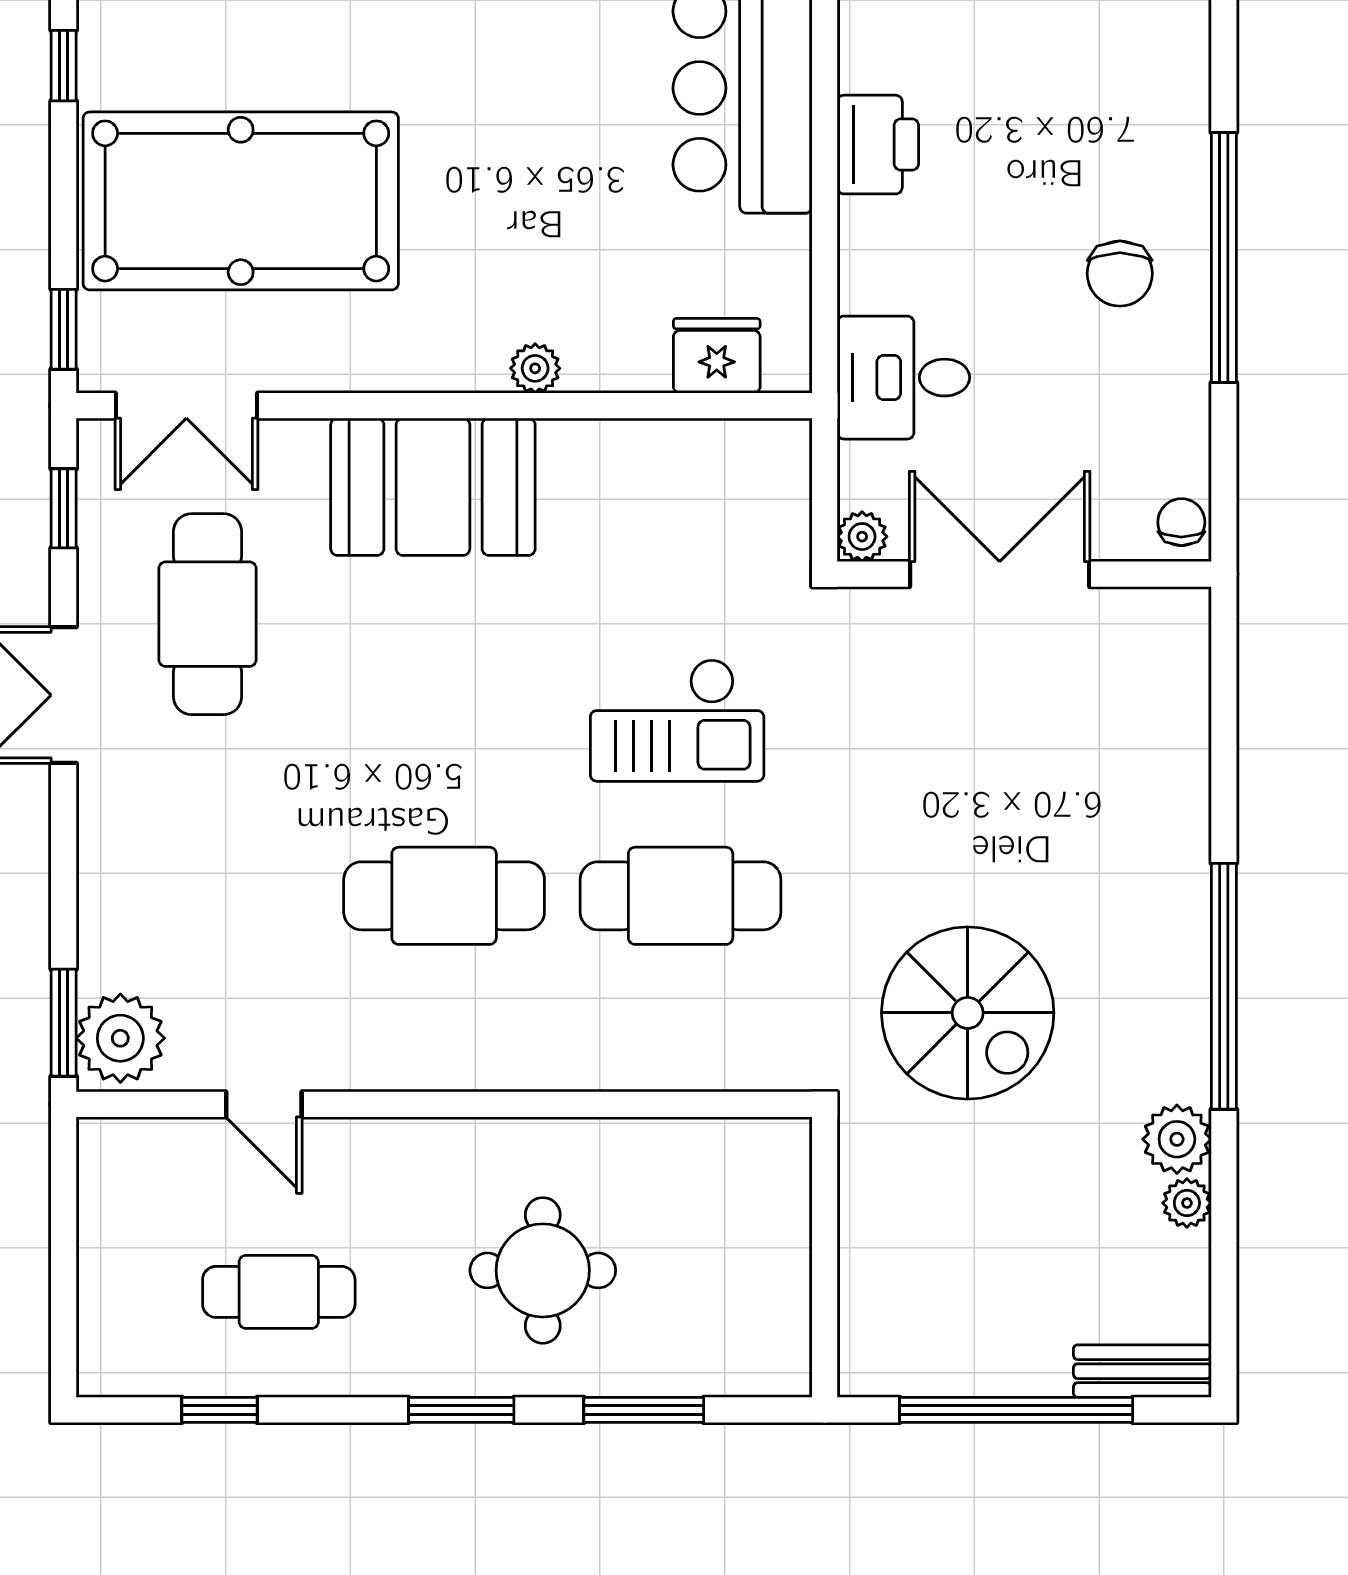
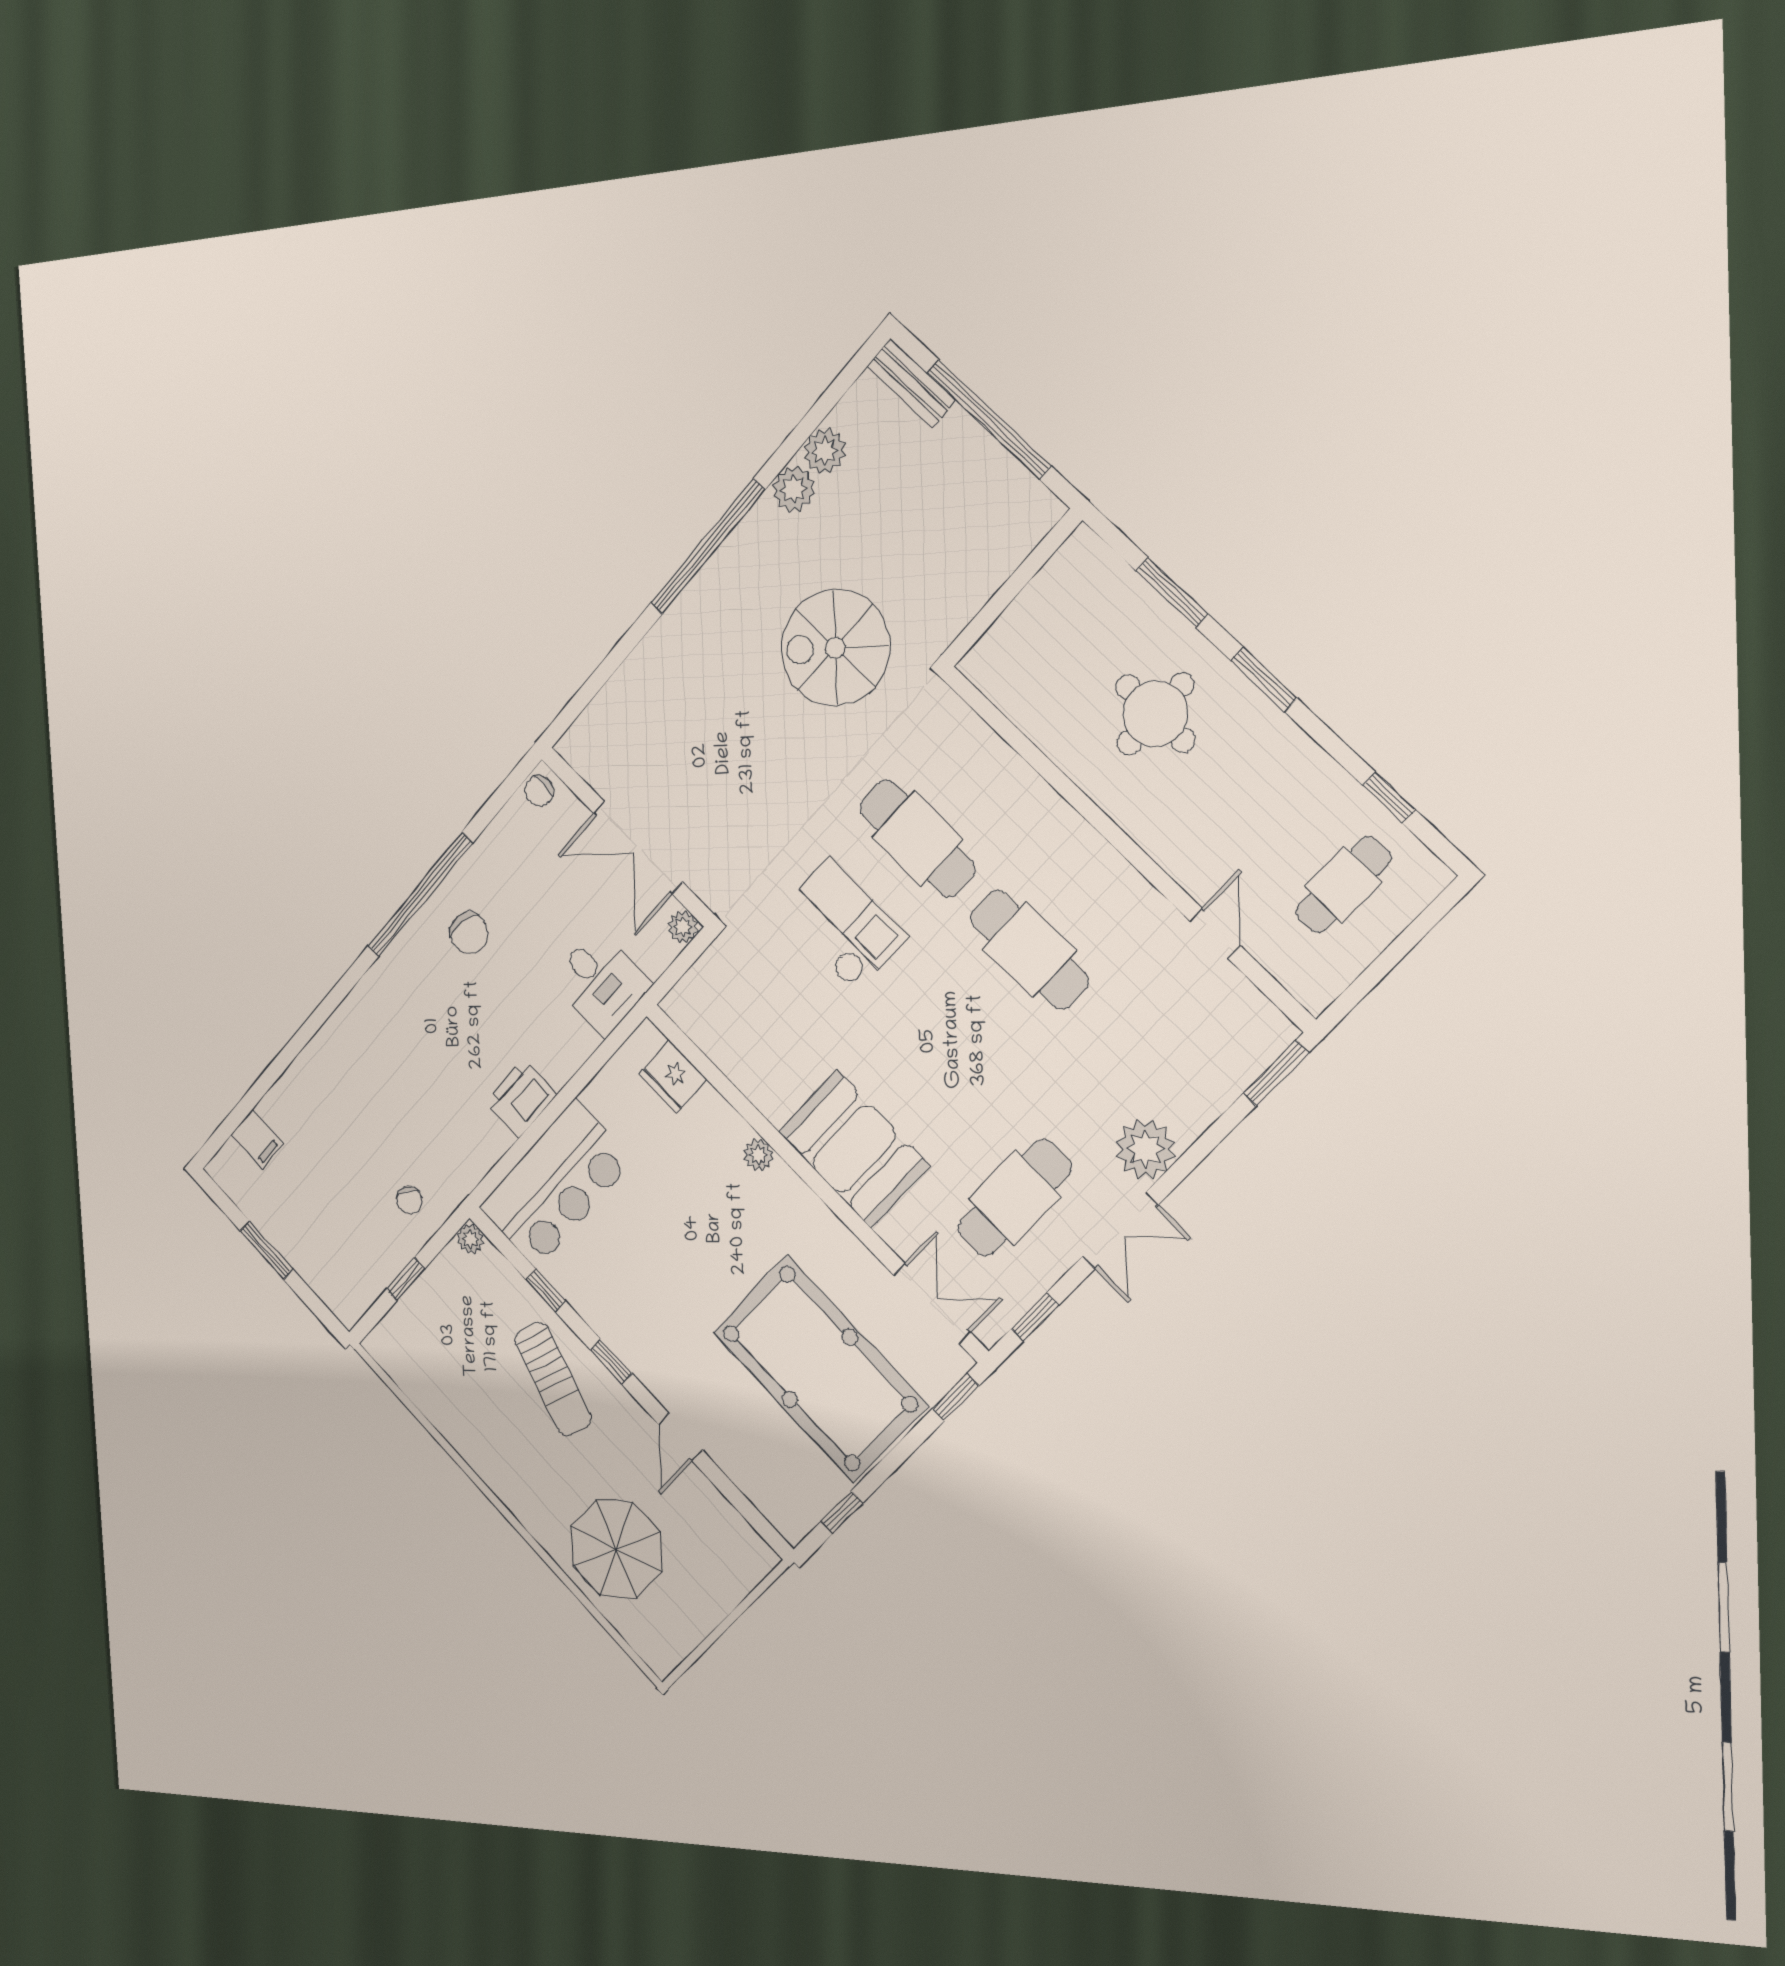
chair: (1120, 274) -> (469, 933), turned 100
spiral stairs: (968, 1013) -> (835, 648), turned -90
plant: (120, 1038) -> (1145, 1149), moved
plant: (1187, 1203) -> (825, 451), width x1.38, depth x1.38
cafe table: (279, 1292) -> (1343, 885), moved, turned 90

